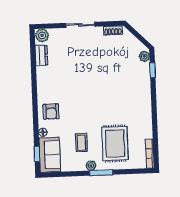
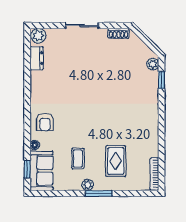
rug: (115, 143) -> (116, 161), width x0.73, depth x0.70

